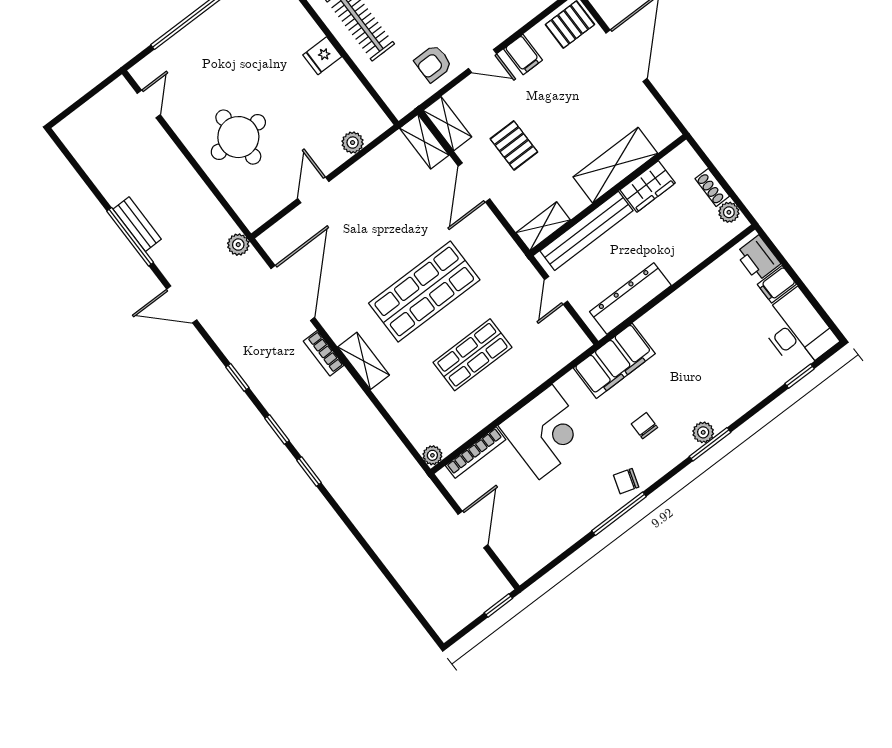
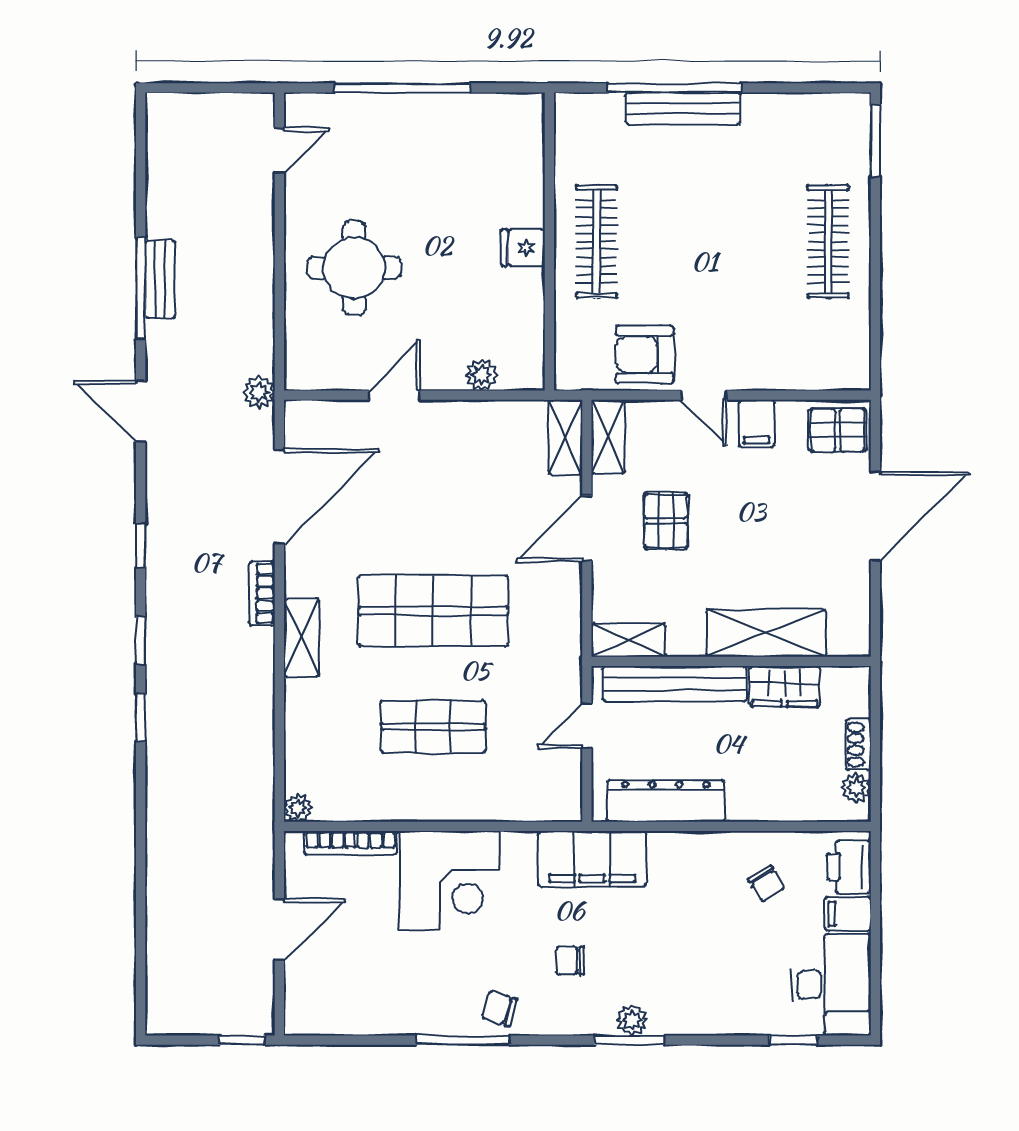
armchair: (433, 63) -> (645, 354), width x1.38, depth x1.38
chair: (720, 302) -> (766, 883), added
chair: (644, 426) -> (570, 961), turned -90

